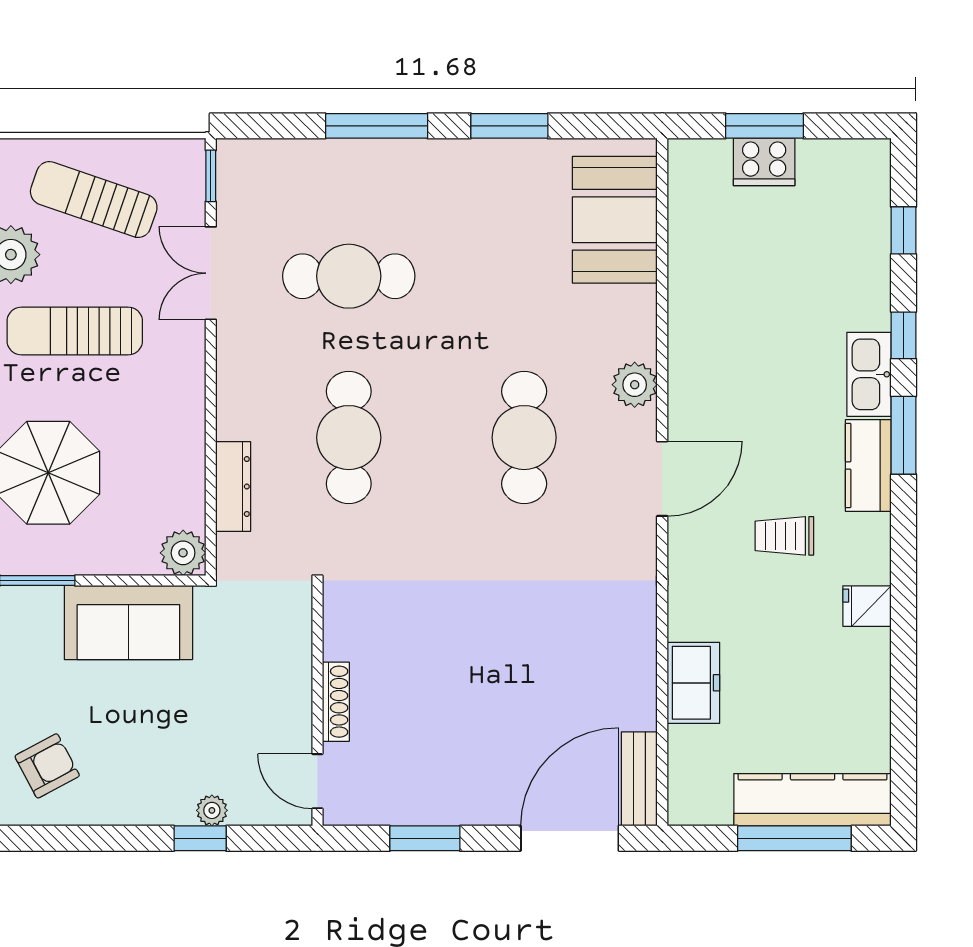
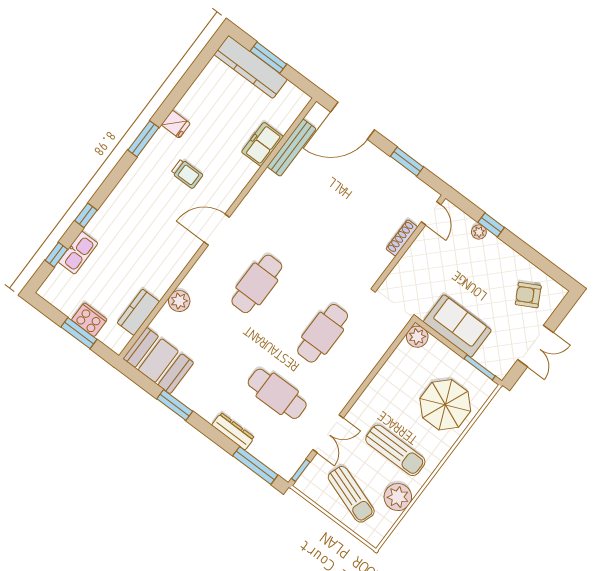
window: (377, 126) -> (255, 465), moved
booth: (615, 220) -> (158, 361), moved, turned 90
kitchen sink: (869, 374) -> (78, 253), moved
plant: (635, 385) -> (179, 301), moved
window: (903, 435) -> (143, 139), moved
kitchen counter: (868, 465) -> (138, 312), moved, turned 180
dresser: (233, 486) -> (233, 431), moved, turned 90
bench: (639, 779) -> (292, 148), moved, width x1.36
window: (794, 838) -> (268, 58), width x0.69

